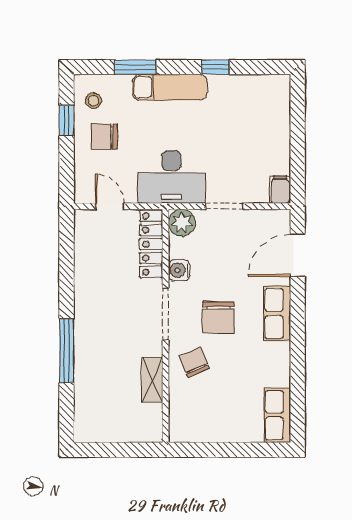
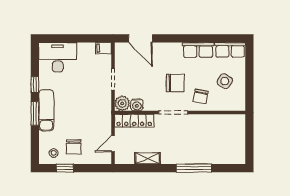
window: (135, 67) -> (35, 114), moved
desk: (171, 177) -> (58, 57), moved, turned -90
water cooler: (179, 270) -> (137, 105), moved
row of seats: (277, 314) -> (198, 50), moved
chair: (194, 362) -> (200, 96), turned -56
shelving: (152, 380) -> (148, 158), moved
side table: (221, 406) -> (225, 81), added

